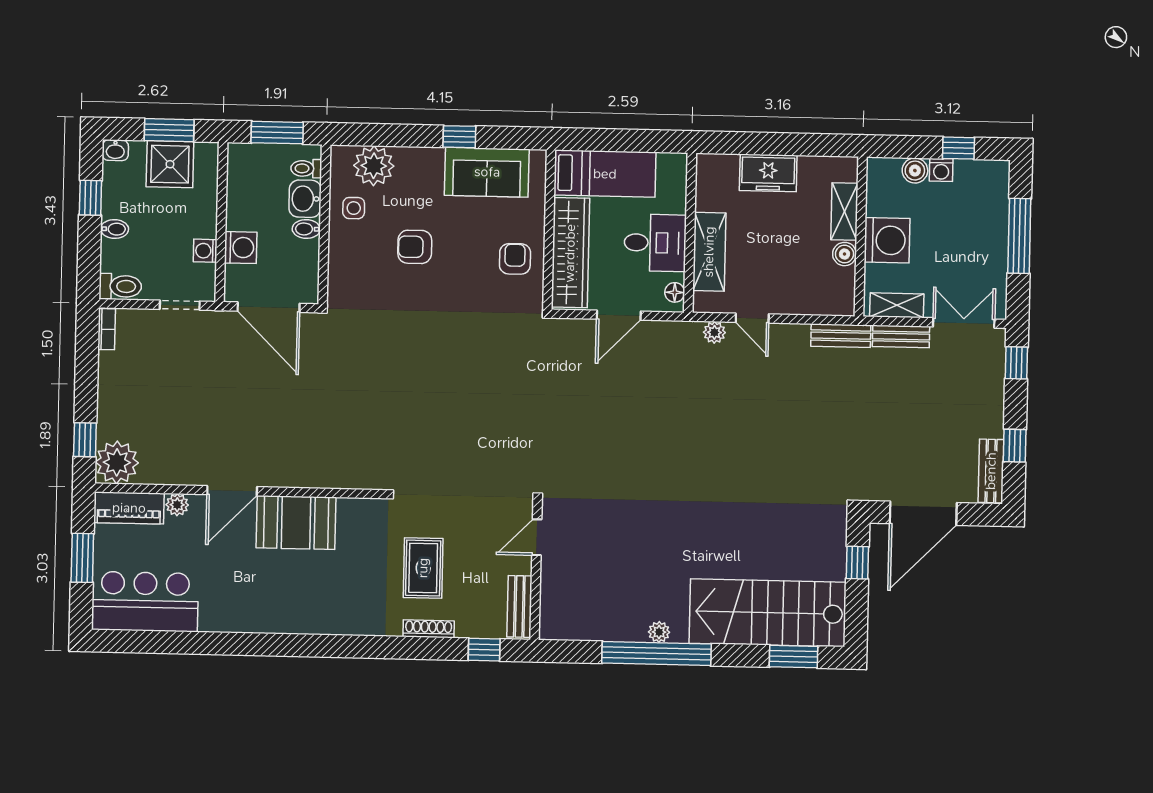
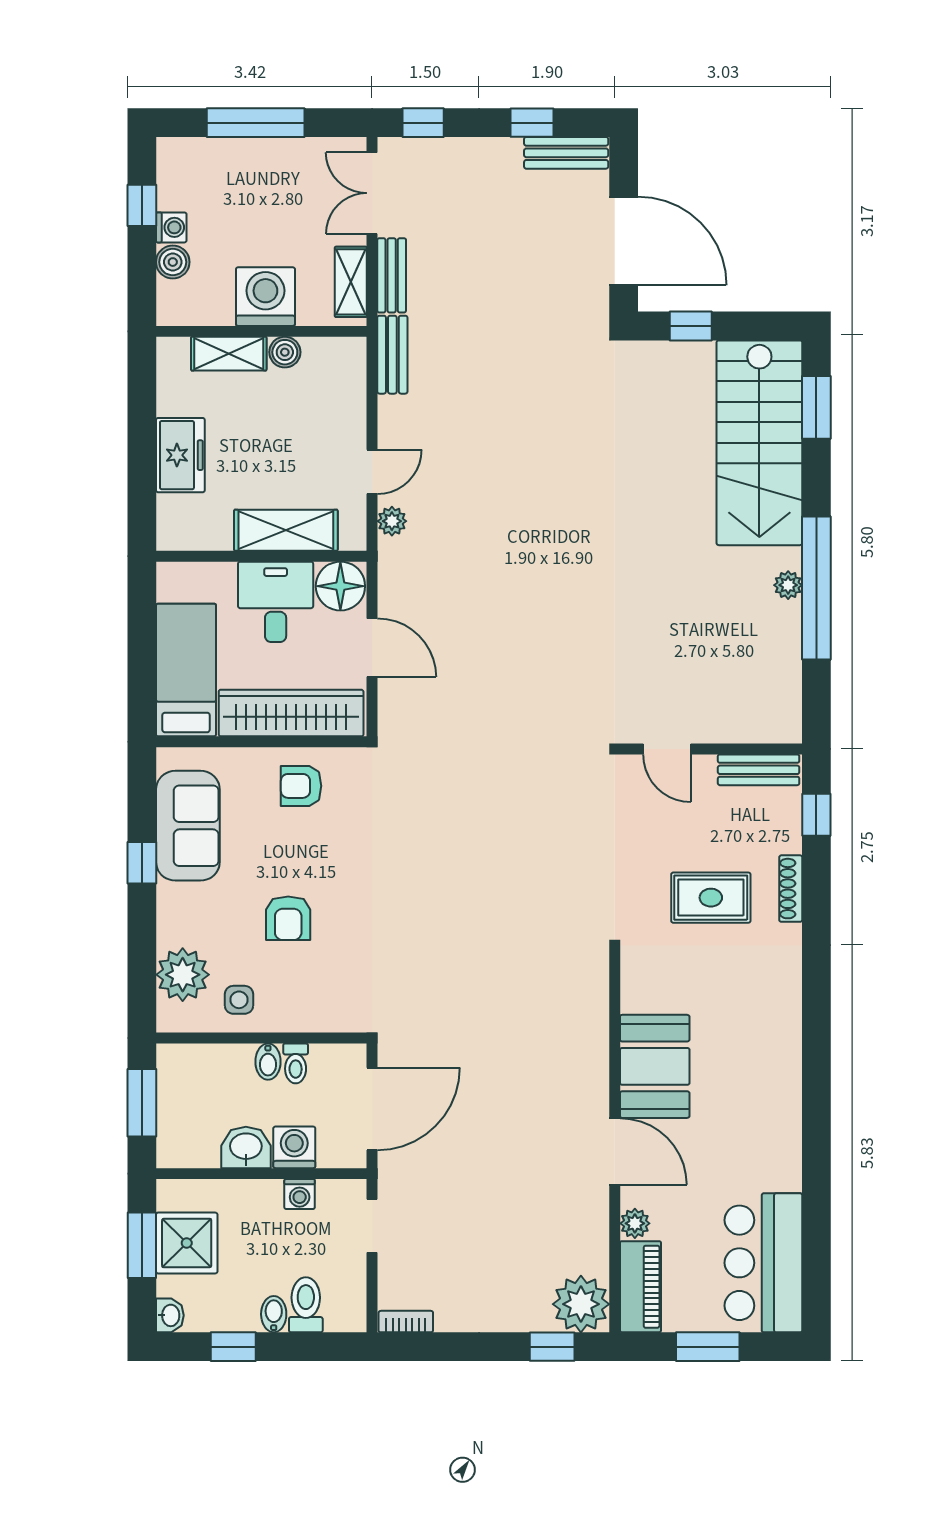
toilet: (306, 168) -> (296, 1063), moved
washbasin: (305, 199) -> (246, 1147), moved, turned 180
toilet: (120, 286) -> (306, 1305), moved
floor lamp: (675, 292) -> (340, 586), width x1.89, depth x1.89

